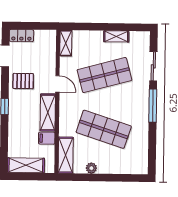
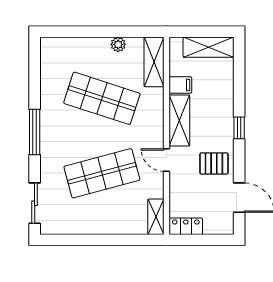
locker: (21, 36) -> (186, 226), moved
shelving: (116, 36) -> (86, 227), removed
sliding door: (153, 66) -> (35, 203), moved

